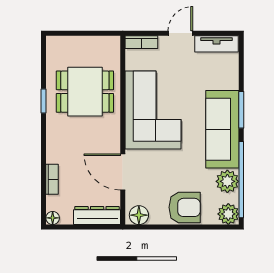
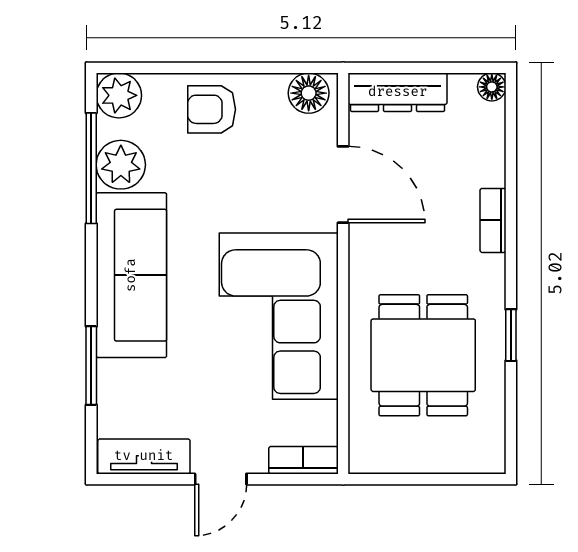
dining table: (85, 92) -> (423, 355), turned 90
window: (241, 110) -> (91, 366), moved
bookcase: (52, 179) -> (493, 220), moved
window: (241, 180) -> (91, 168), width x0.68
armchair: (185, 207) -> (212, 109), width x0.72, depth x0.72

